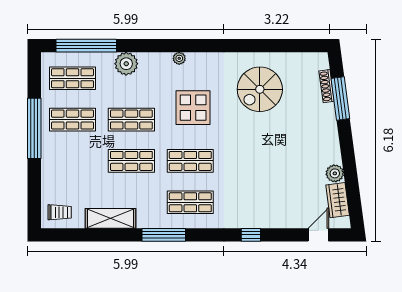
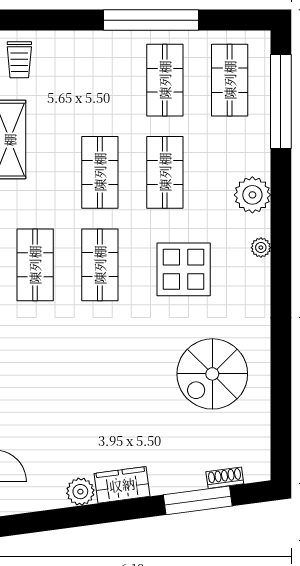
plant: (126, 64) -> (252, 195), moved
shoe rack: (327, 86) -> (225, 478), width x0.70
spiral stairs: (260, 89) -> (212, 374), turned -90
wardrobe: (338, 200) -> (122, 485), moved

